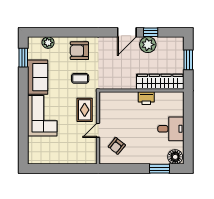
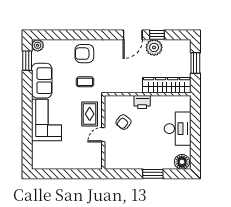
plant: (48, 43) -> (38, 45), moved
printer: (146, 98) -> (142, 102), moved
desk: (171, 129) -> (178, 129), width x1.37
armchair: (117, 146) -> (124, 122), moved
window: (159, 169) -> (153, 174), moved

